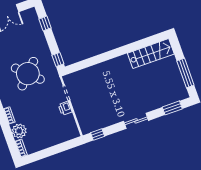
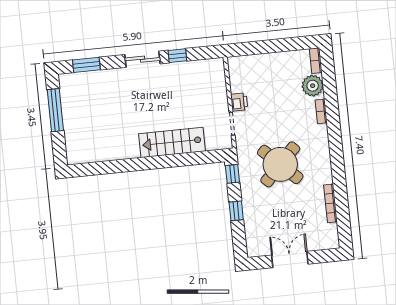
window: (45, 23) -> (236, 211), moved
stairs: (151, 54) -> (172, 142), moved
window: (98, 135) -> (177, 56), moved

